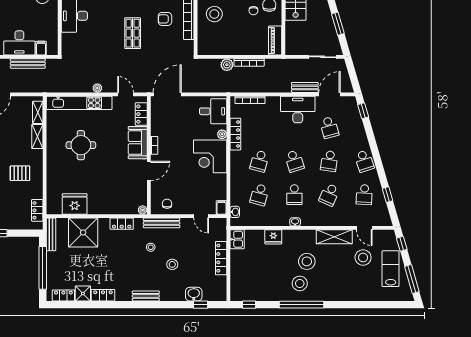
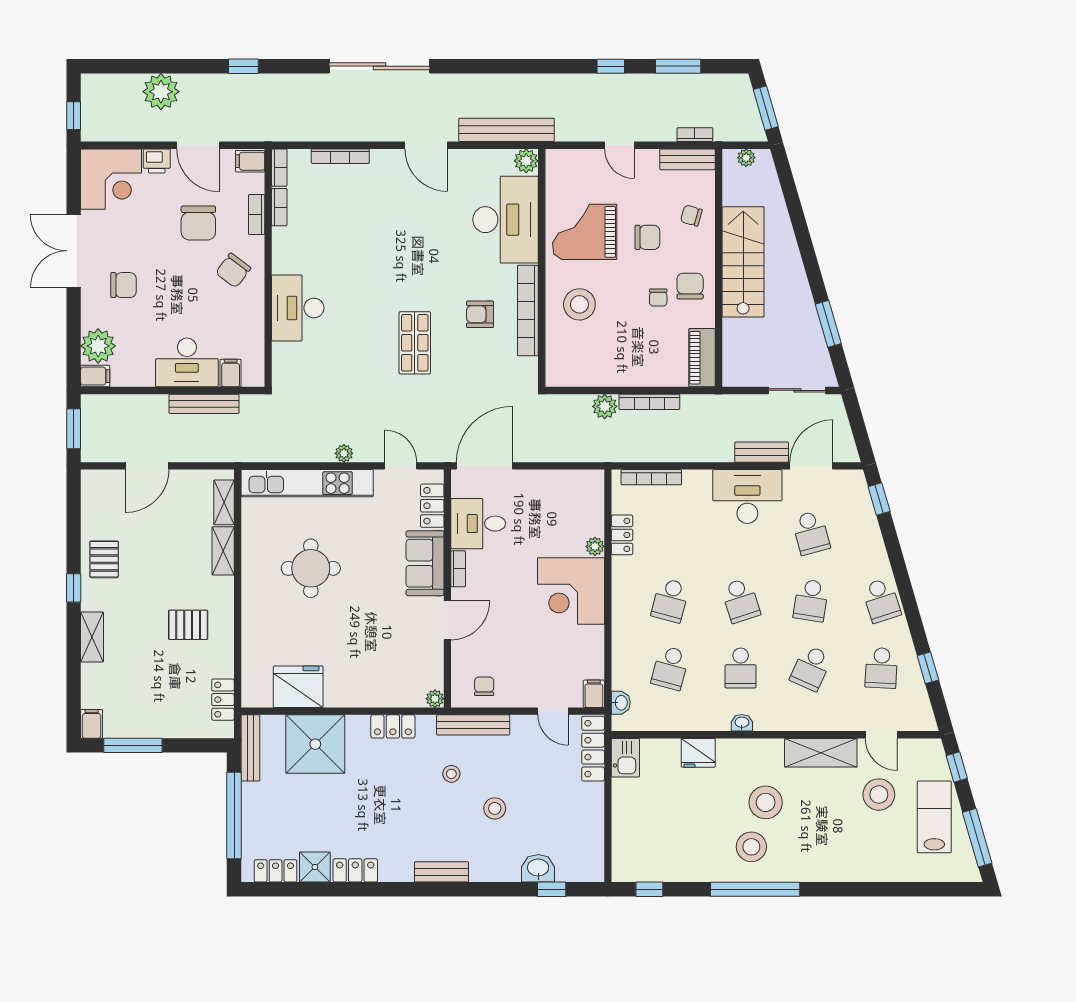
desk: (213, 111) -> (478, 524), moved, turned 180
locker: (235, 134) -> (622, 535), width x0.66
locker: (221, 258) -> (593, 749), moved

